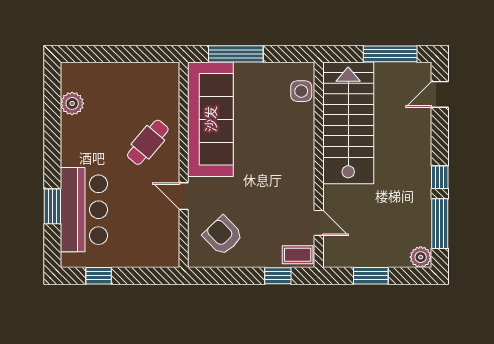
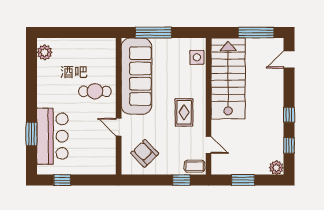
plant: (72, 103) -> (45, 52), moved
cafe table: (148, 142) -> (95, 91), turned 50
rug: (282, 174) -> (184, 112), added
window: (440, 224) -> (289, 145), width x0.46

